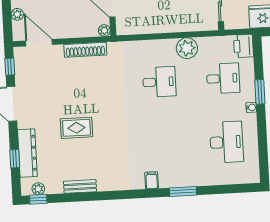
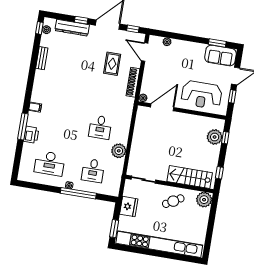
door: (39, 43) -> (145, 52), swing flipped
printer: (243, 46) -> (31, 135), moved, turned 90
window: (260, 92) -> (78, 193), width x2.11
rug: (76, 128) -> (112, 64), moved
window: (15, 159) -> (81, 20), moved
window: (183, 191) -> (23, 127), width x1.44

